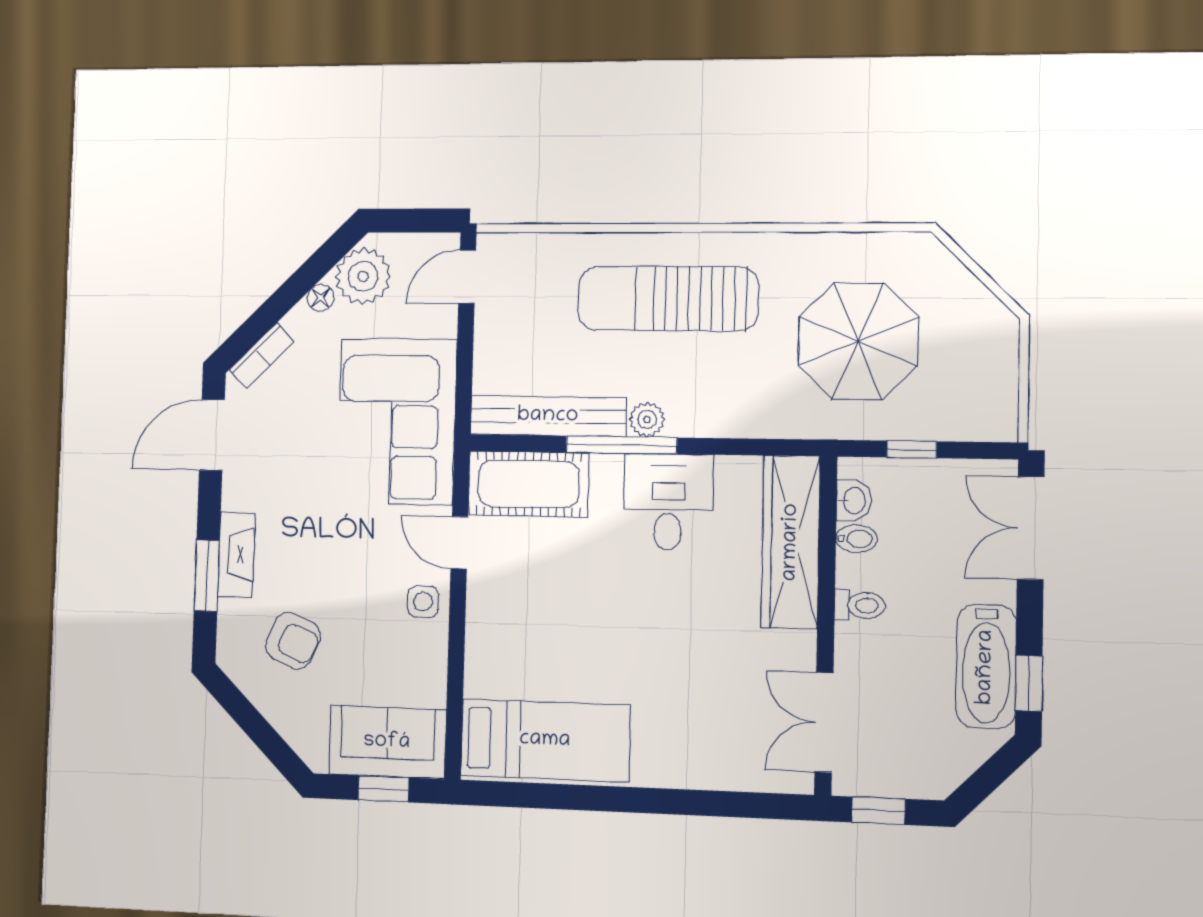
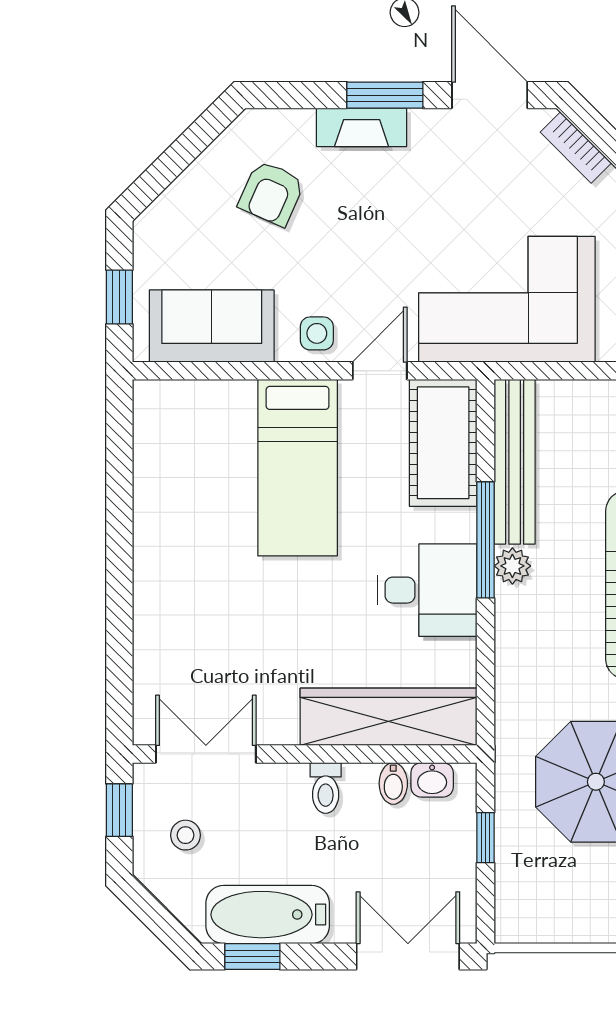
window: (207, 576) -> (385, 95), moved
bed: (545, 740) -> (298, 468), moved
sofa: (387, 742) -> (212, 326), moved, turned -90
stool: (905, 746) -> (186, 835), added

